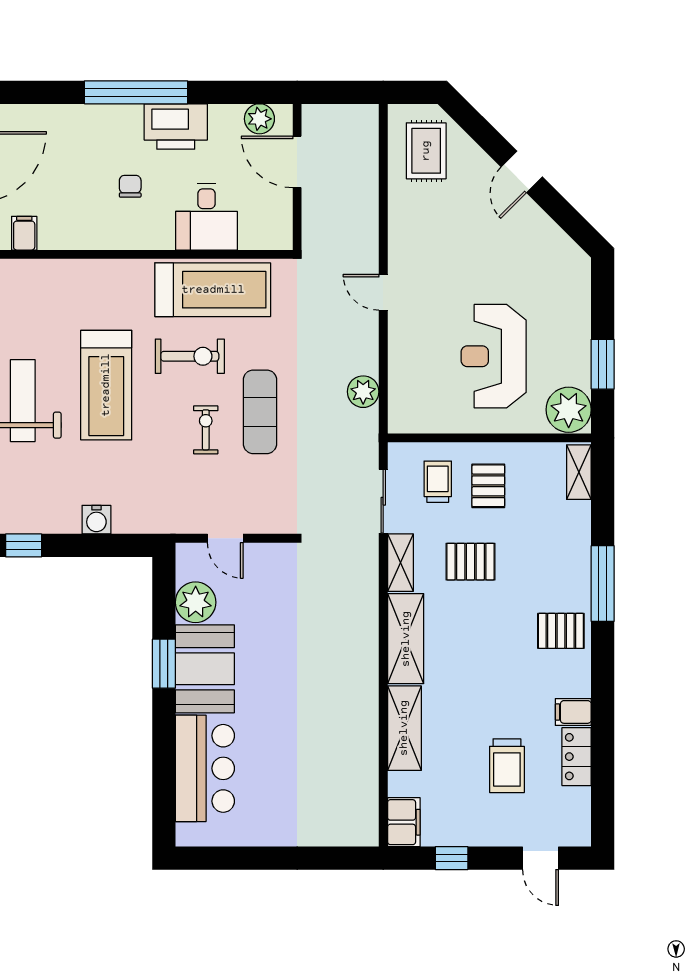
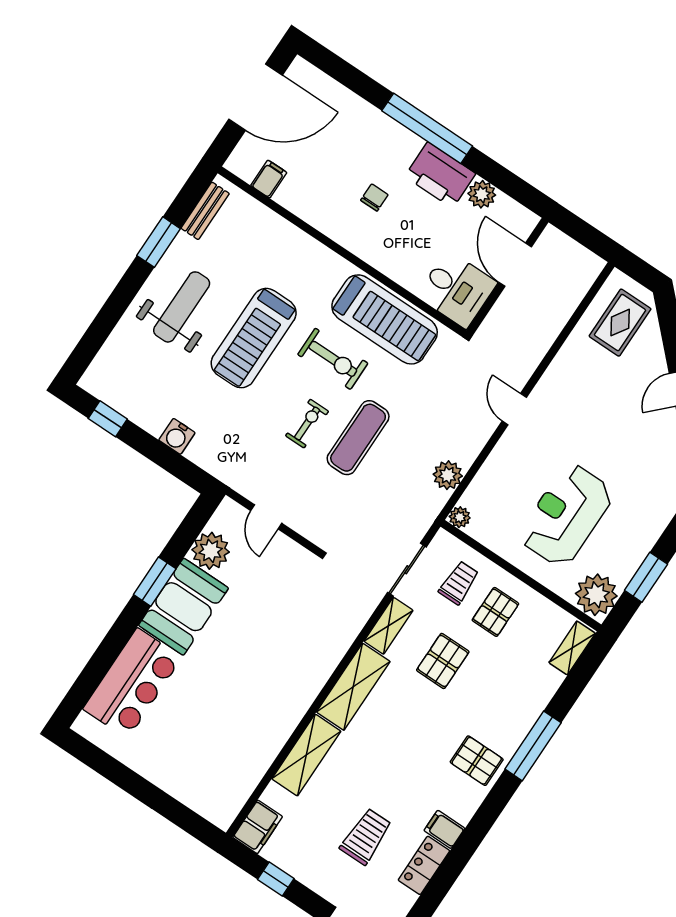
plant: (259, 119) -> (482, 194), moved
desk: (207, 217) -> (457, 289), moved, turned -90
plant: (399, 422) -> (460, 517), added
pallet: (470, 562) -> (443, 661), turned 90
trolley: (507, 766) -> (366, 837), turned 180

